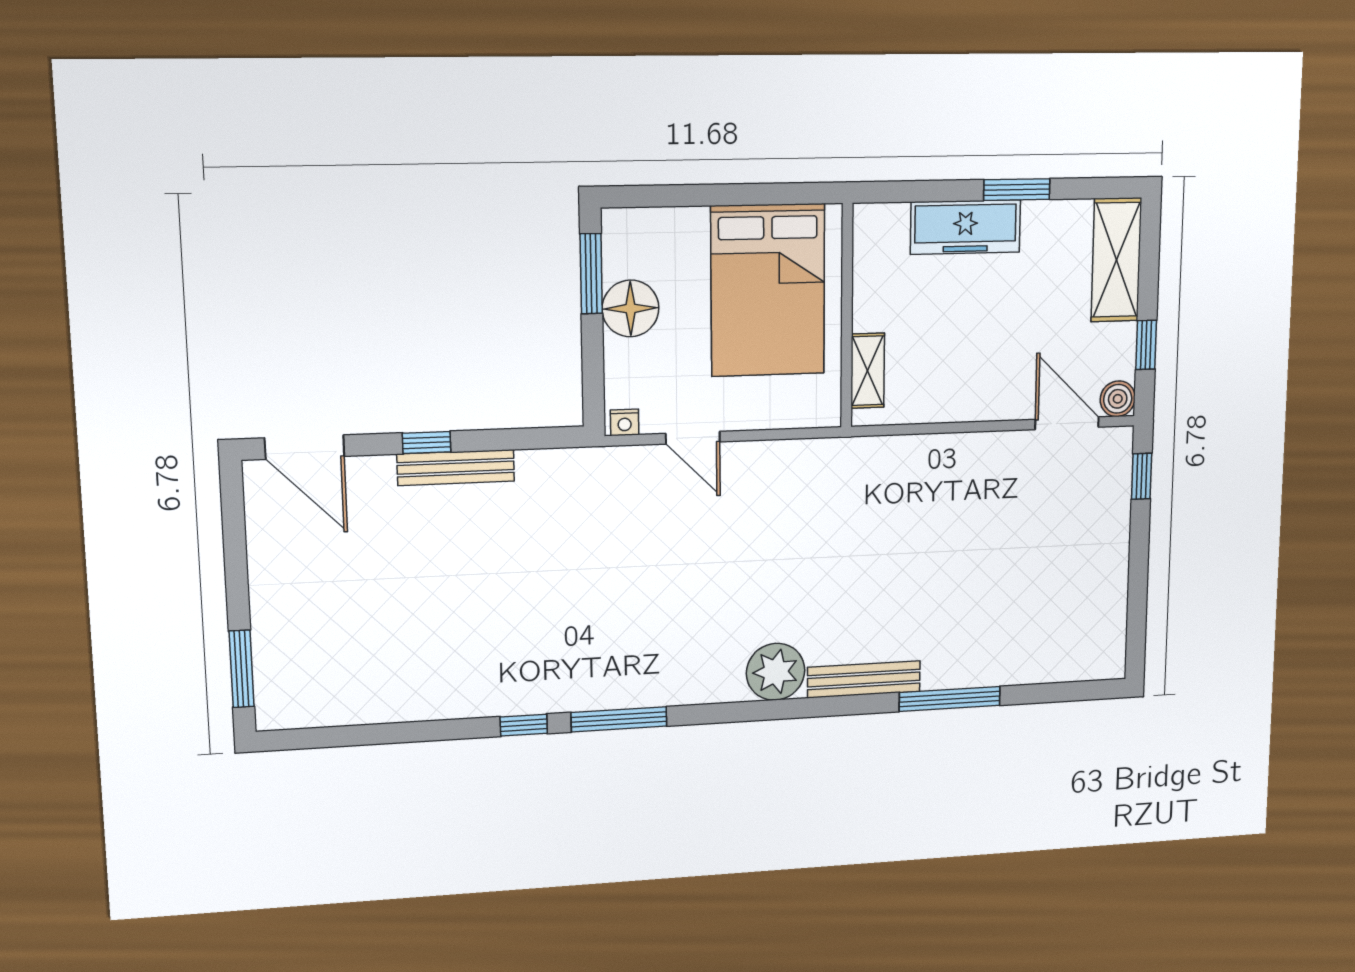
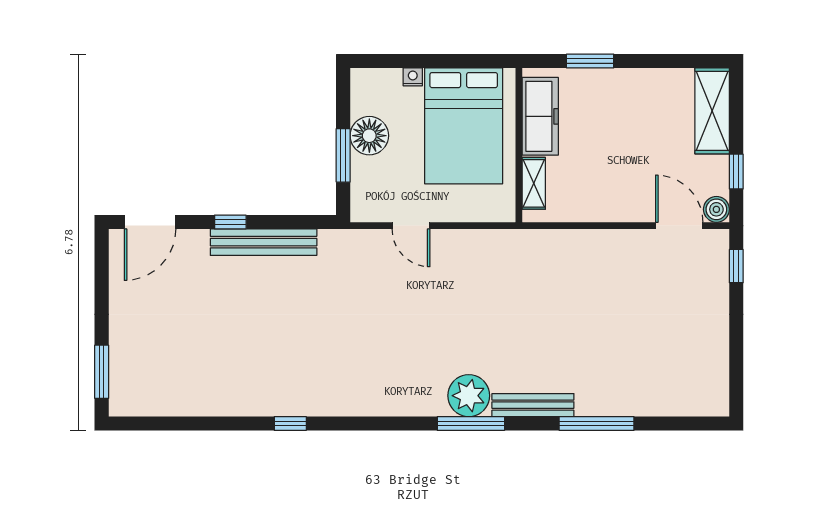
window: (1017, 190) -> (590, 61), moved
freezer: (966, 227) -> (540, 116), moved, turned -90
window: (591, 274) -> (343, 155), moved
nightstand: (625, 422) -> (413, 77), moved, turned 180
door: (304, 447) -> (150, 222), hinge flipped
bench: (456, 468) -> (264, 242), width x1.37, depth x1.21
window: (619, 719) -> (471, 424), moved

